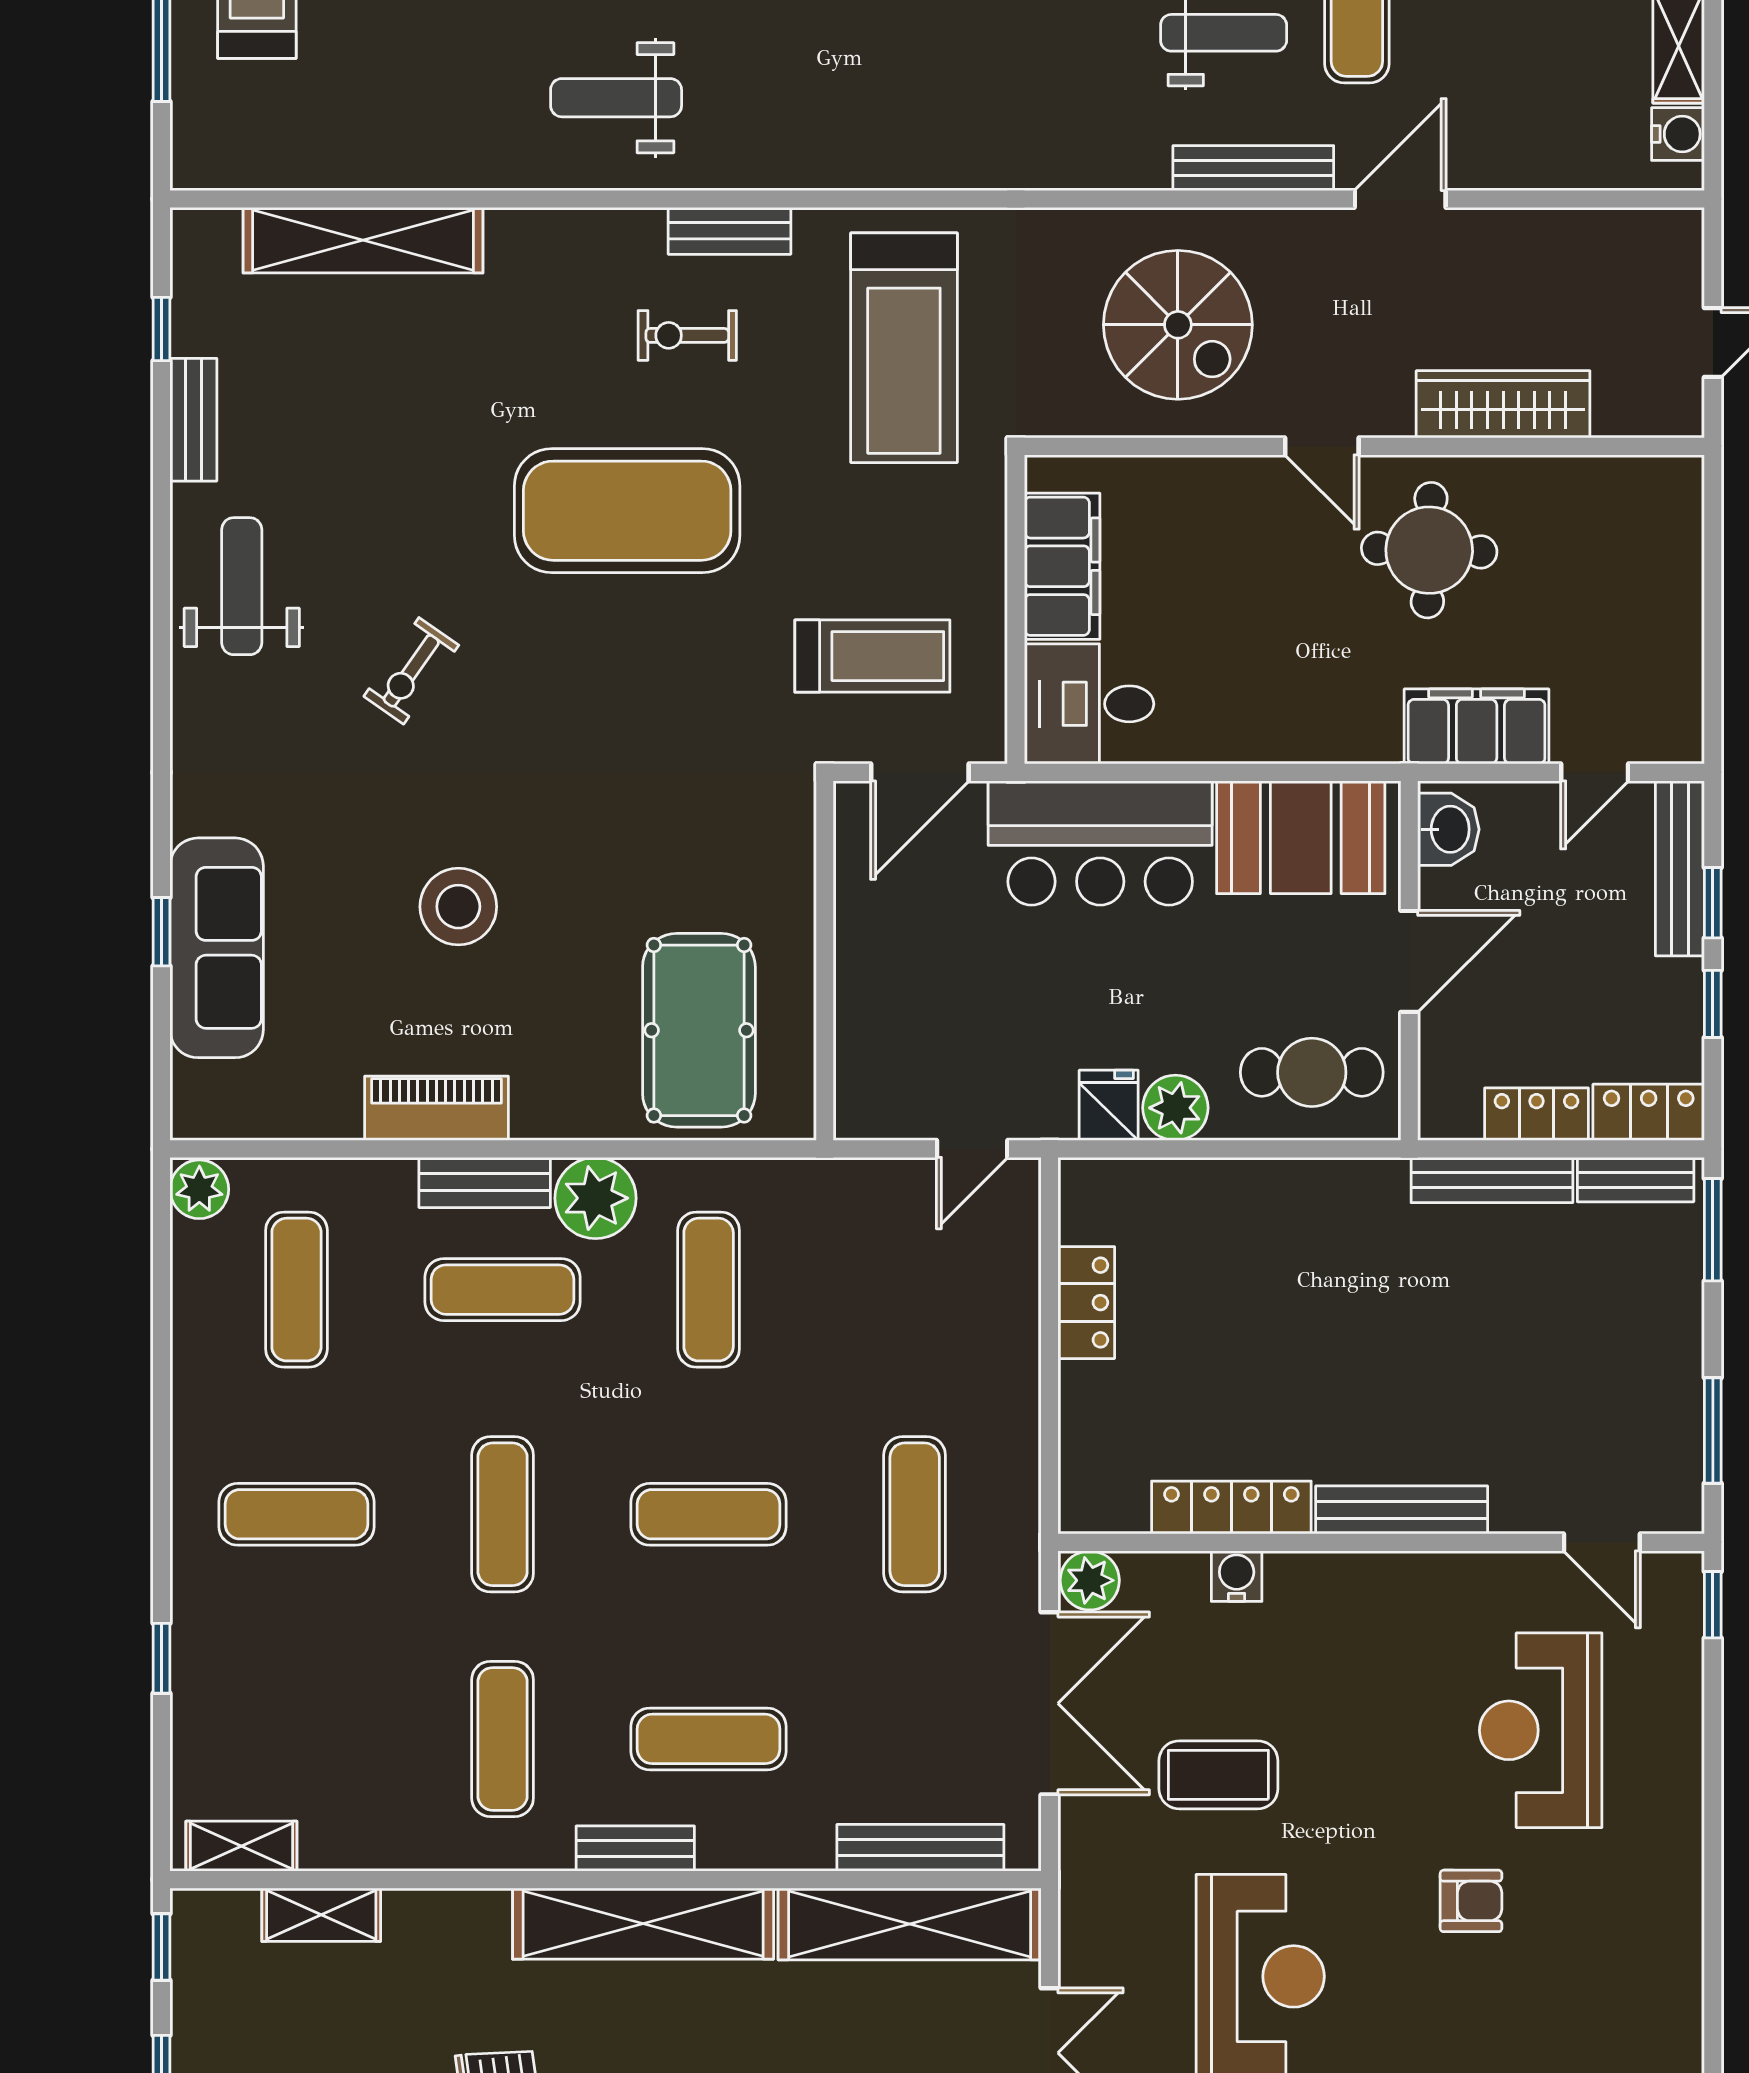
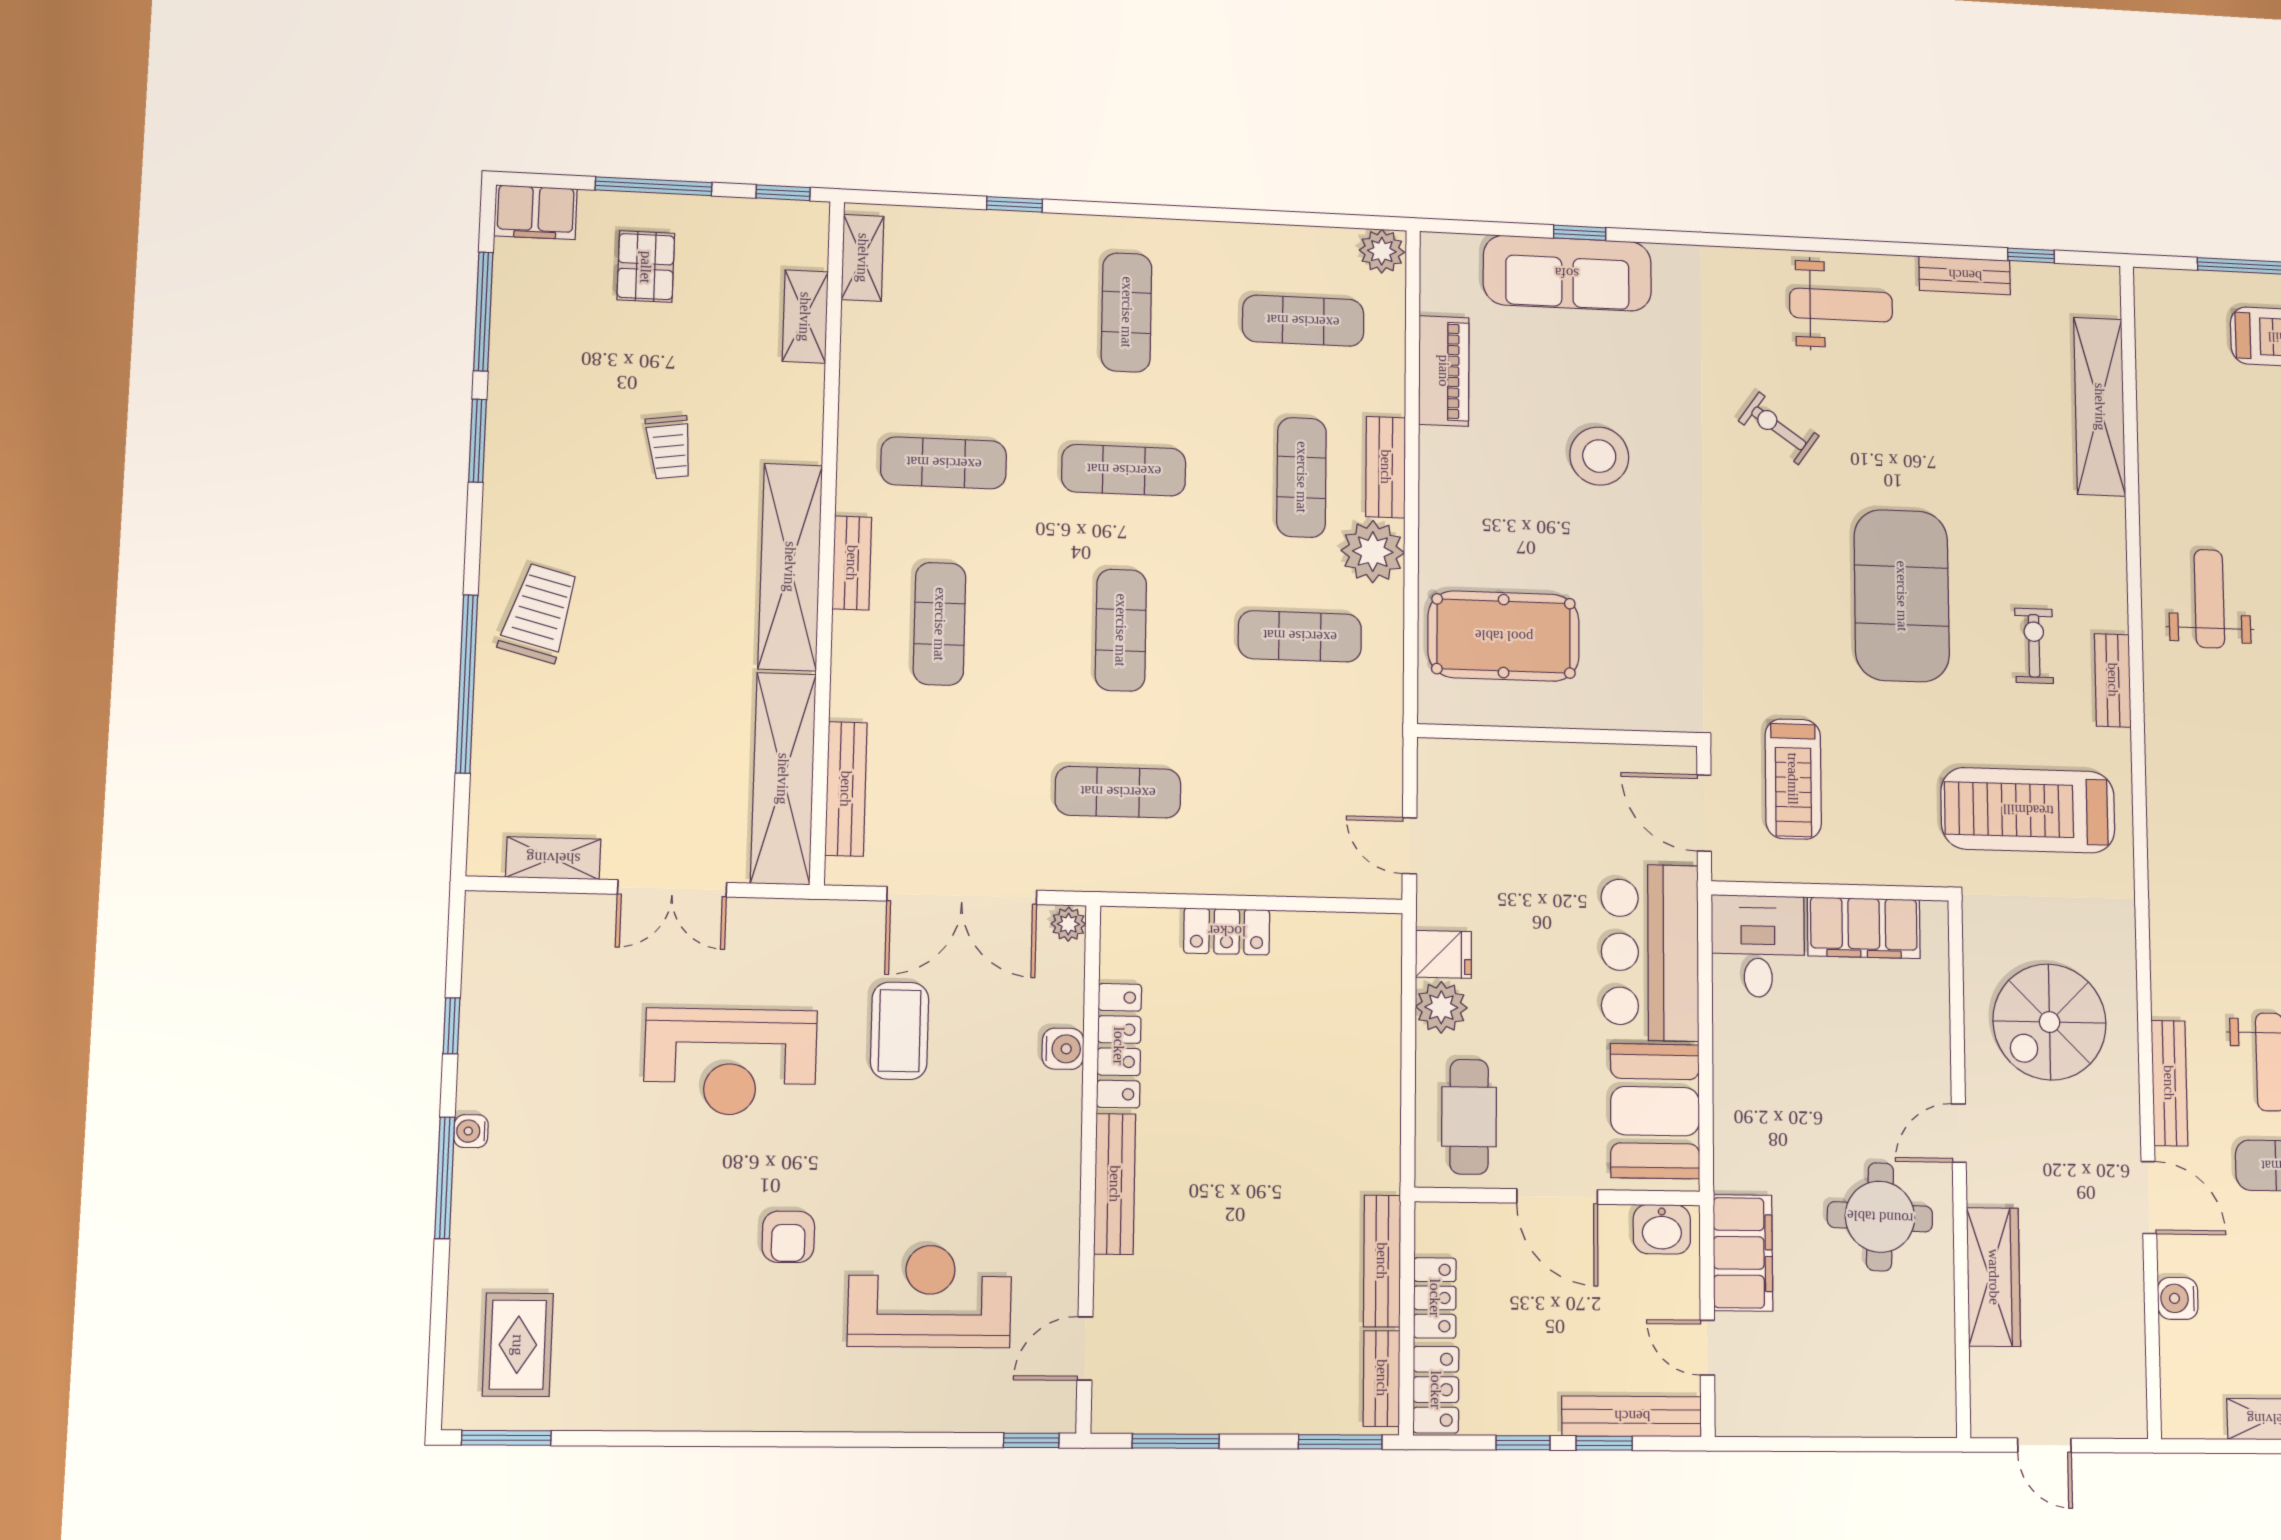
water cooler: (1678, 134) -> (2178, 1298), moved, turned 90
piano: (436, 1108) -> (1444, 371), moved
locker: (1086, 1303) -> (1227, 931), moved
plant: (1090, 1580) -> (1068, 924), width x0.73, depth x0.73

